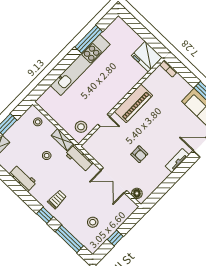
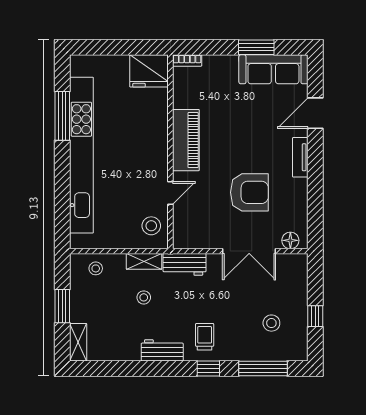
kitchen unit: (80, 65) -> (81, 155), width x1.36
armchair: (139, 154) -> (249, 192), width x1.88, depth x1.88
workbench: (23, 178) -> (162, 350), moved

